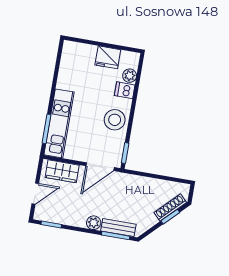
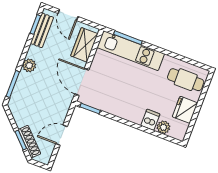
cafe table: (77, 63) -> (186, 80), added
stool: (115, 120) -> (124, 105), removed
door: (157, 177) -> (62, 135), added
bench: (118, 228) -> (42, 30), moved

